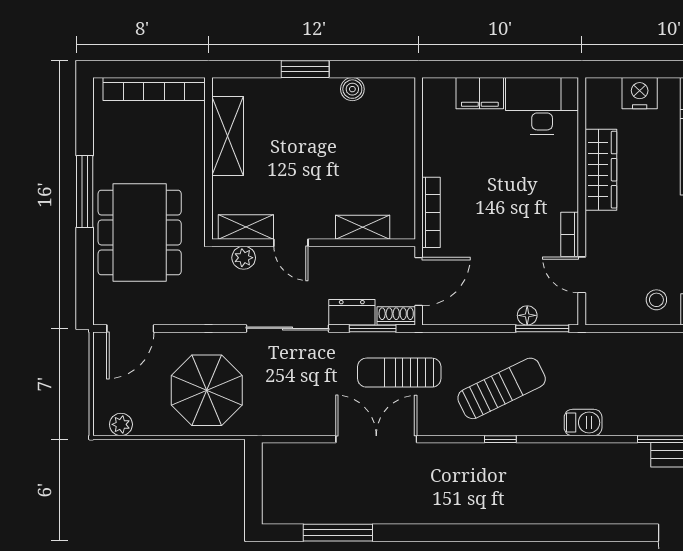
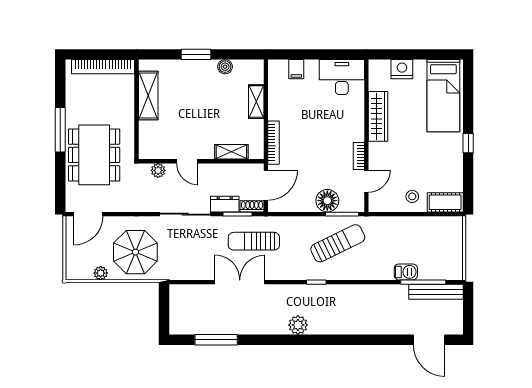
filing cabinet: (480, 93) -> (296, 69), width x0.50
shelving: (246, 227) -> (256, 102), moved, turned 90
door: (582, 275) -> (366, 181), swing flipped
floor lamp: (527, 315) -> (327, 201), width x1.89, depth x1.89
sun lounger: (502, 388) -> (338, 243), moved
barbecue: (583, 423) -> (406, 272), moved
plant: (121, 424) -> (101, 273), moved
plant: (471, 509) -> (298, 325), added

